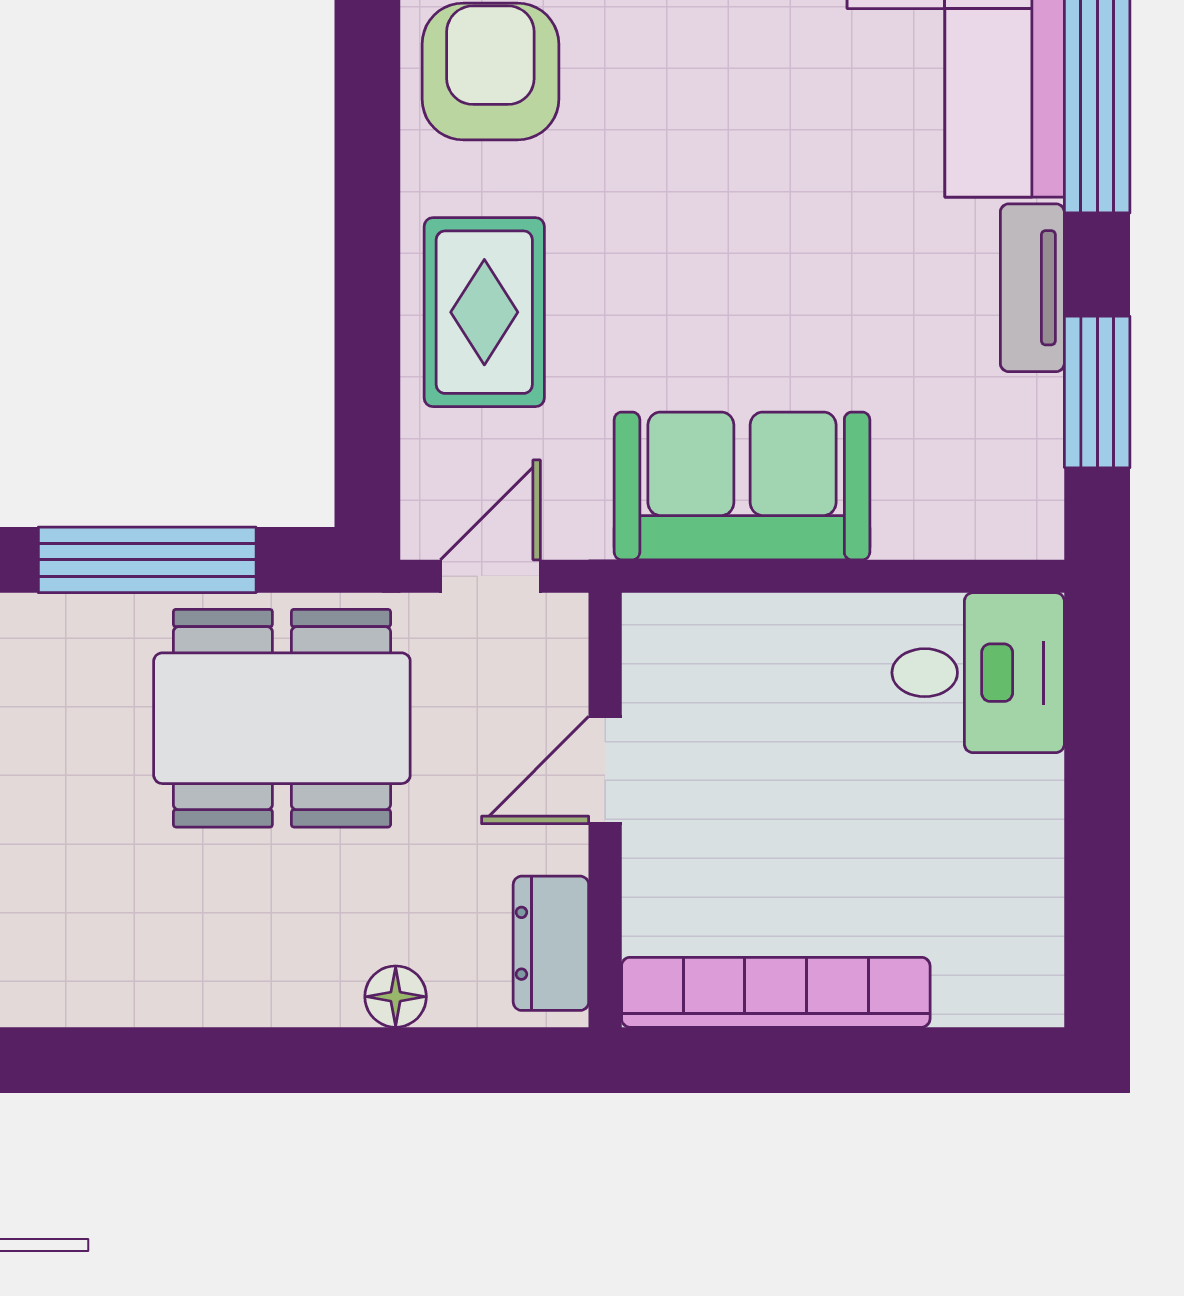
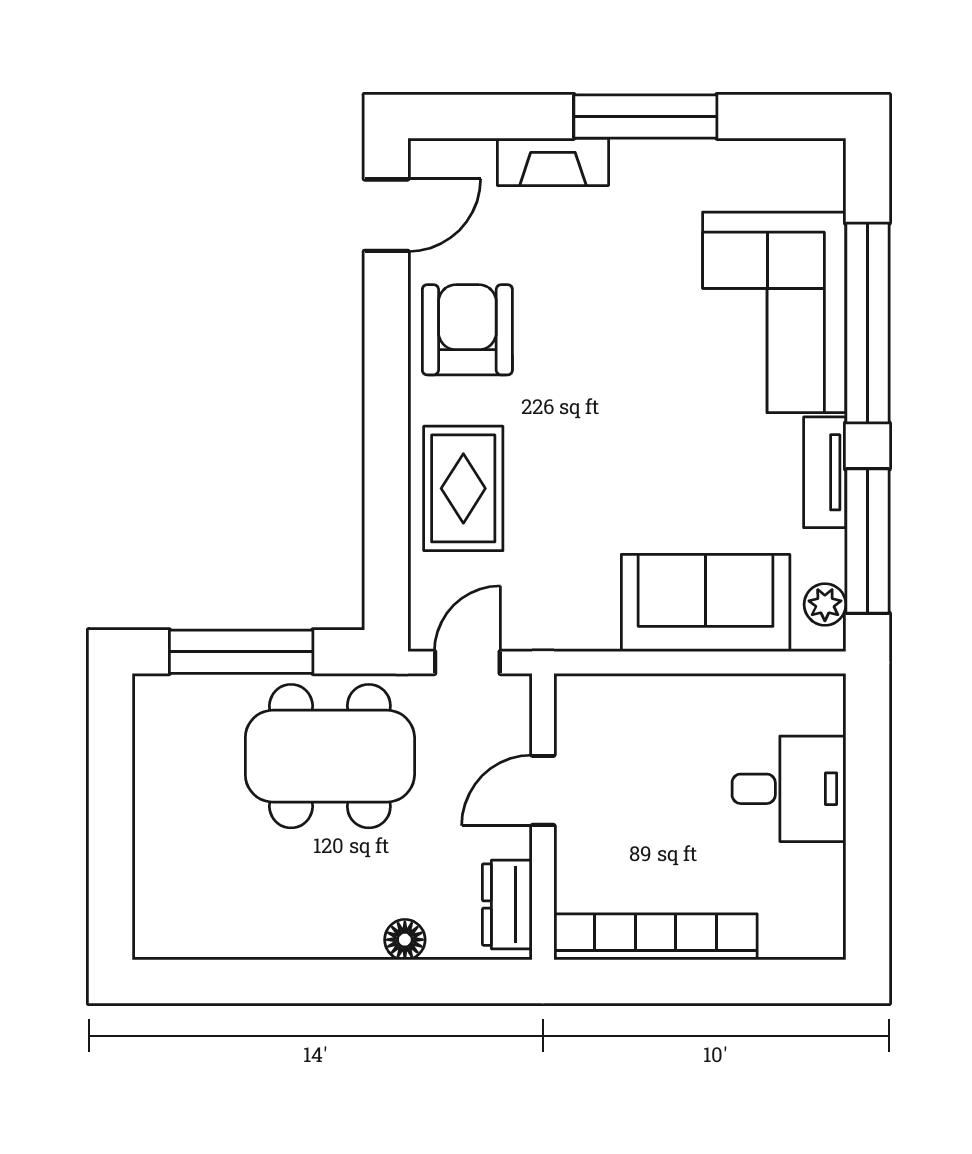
window: (1097, 392) -> (867, 541), width x1.44
sofa: (742, 486) -> (706, 603), moved
plant: (1033, 488) -> (825, 604), added
desk: (978, 673) -> (789, 789), moved

